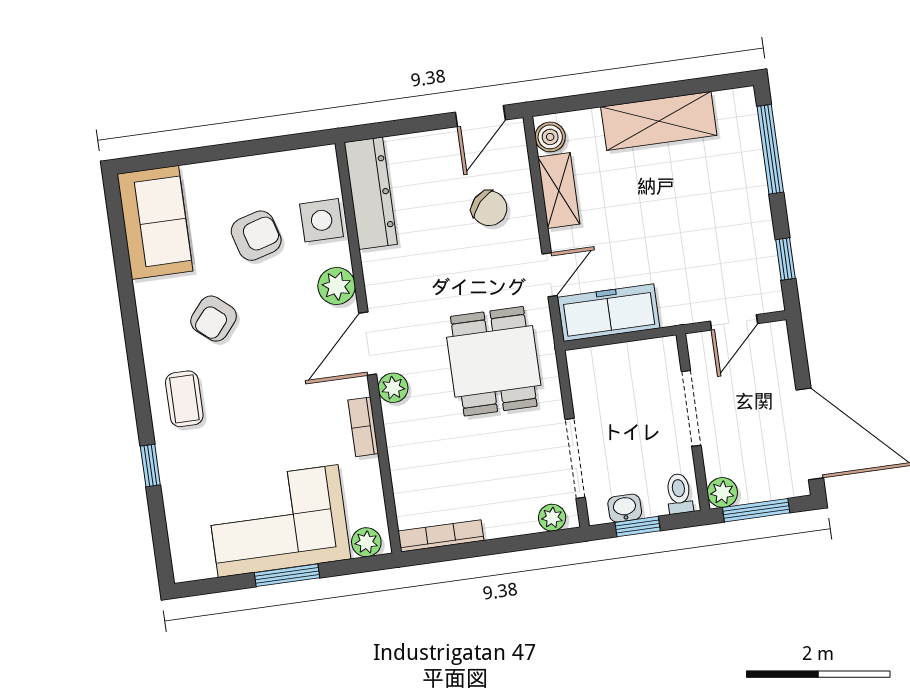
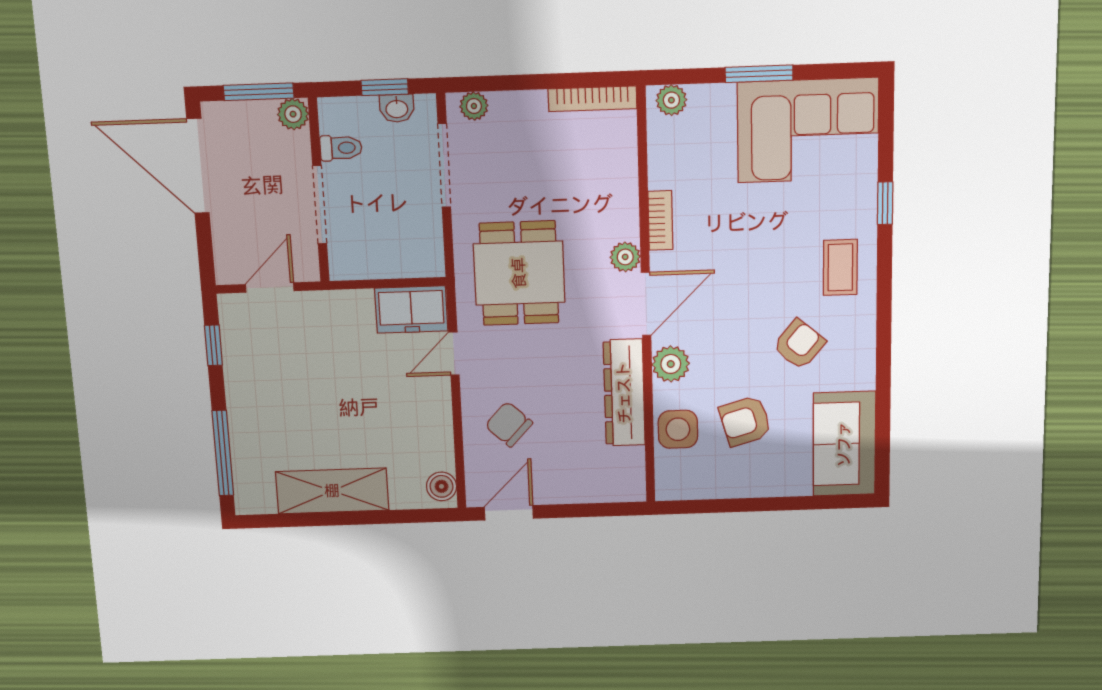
shelving: (559, 190) -> (437, 435), removed
dresser: (371, 193) -> (624, 393), moved
freezer: (609, 313) -> (411, 310), width x0.71
toilet: (679, 494) -> (341, 148), moved, turned -90
corner sofa: (278, 521) -> (808, 130), moved

